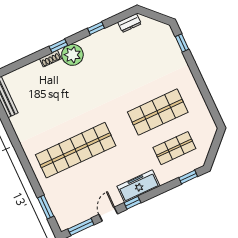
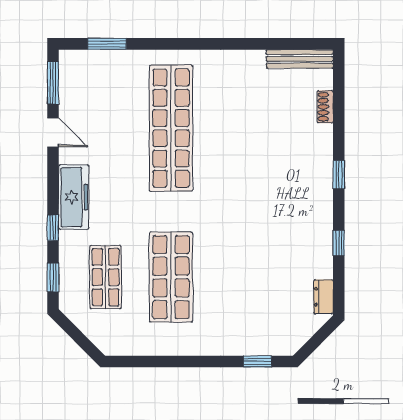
plant: (72, 55) -> (316, 190), removed
shoe rack: (50, 59) -> (325, 107), moved
window: (132, 203) -> (53, 228), moved

